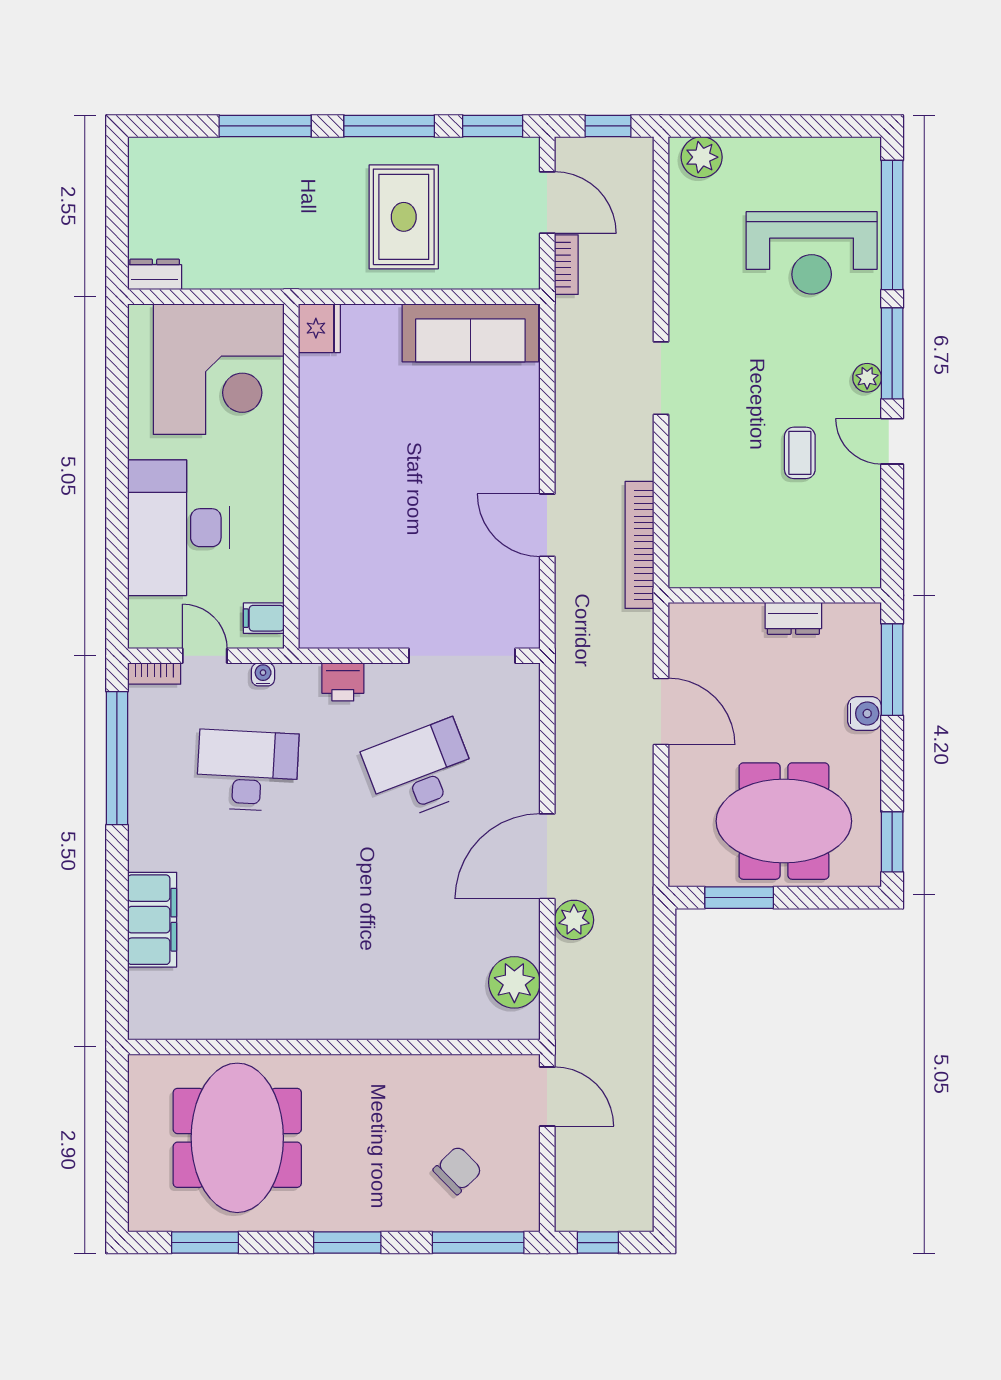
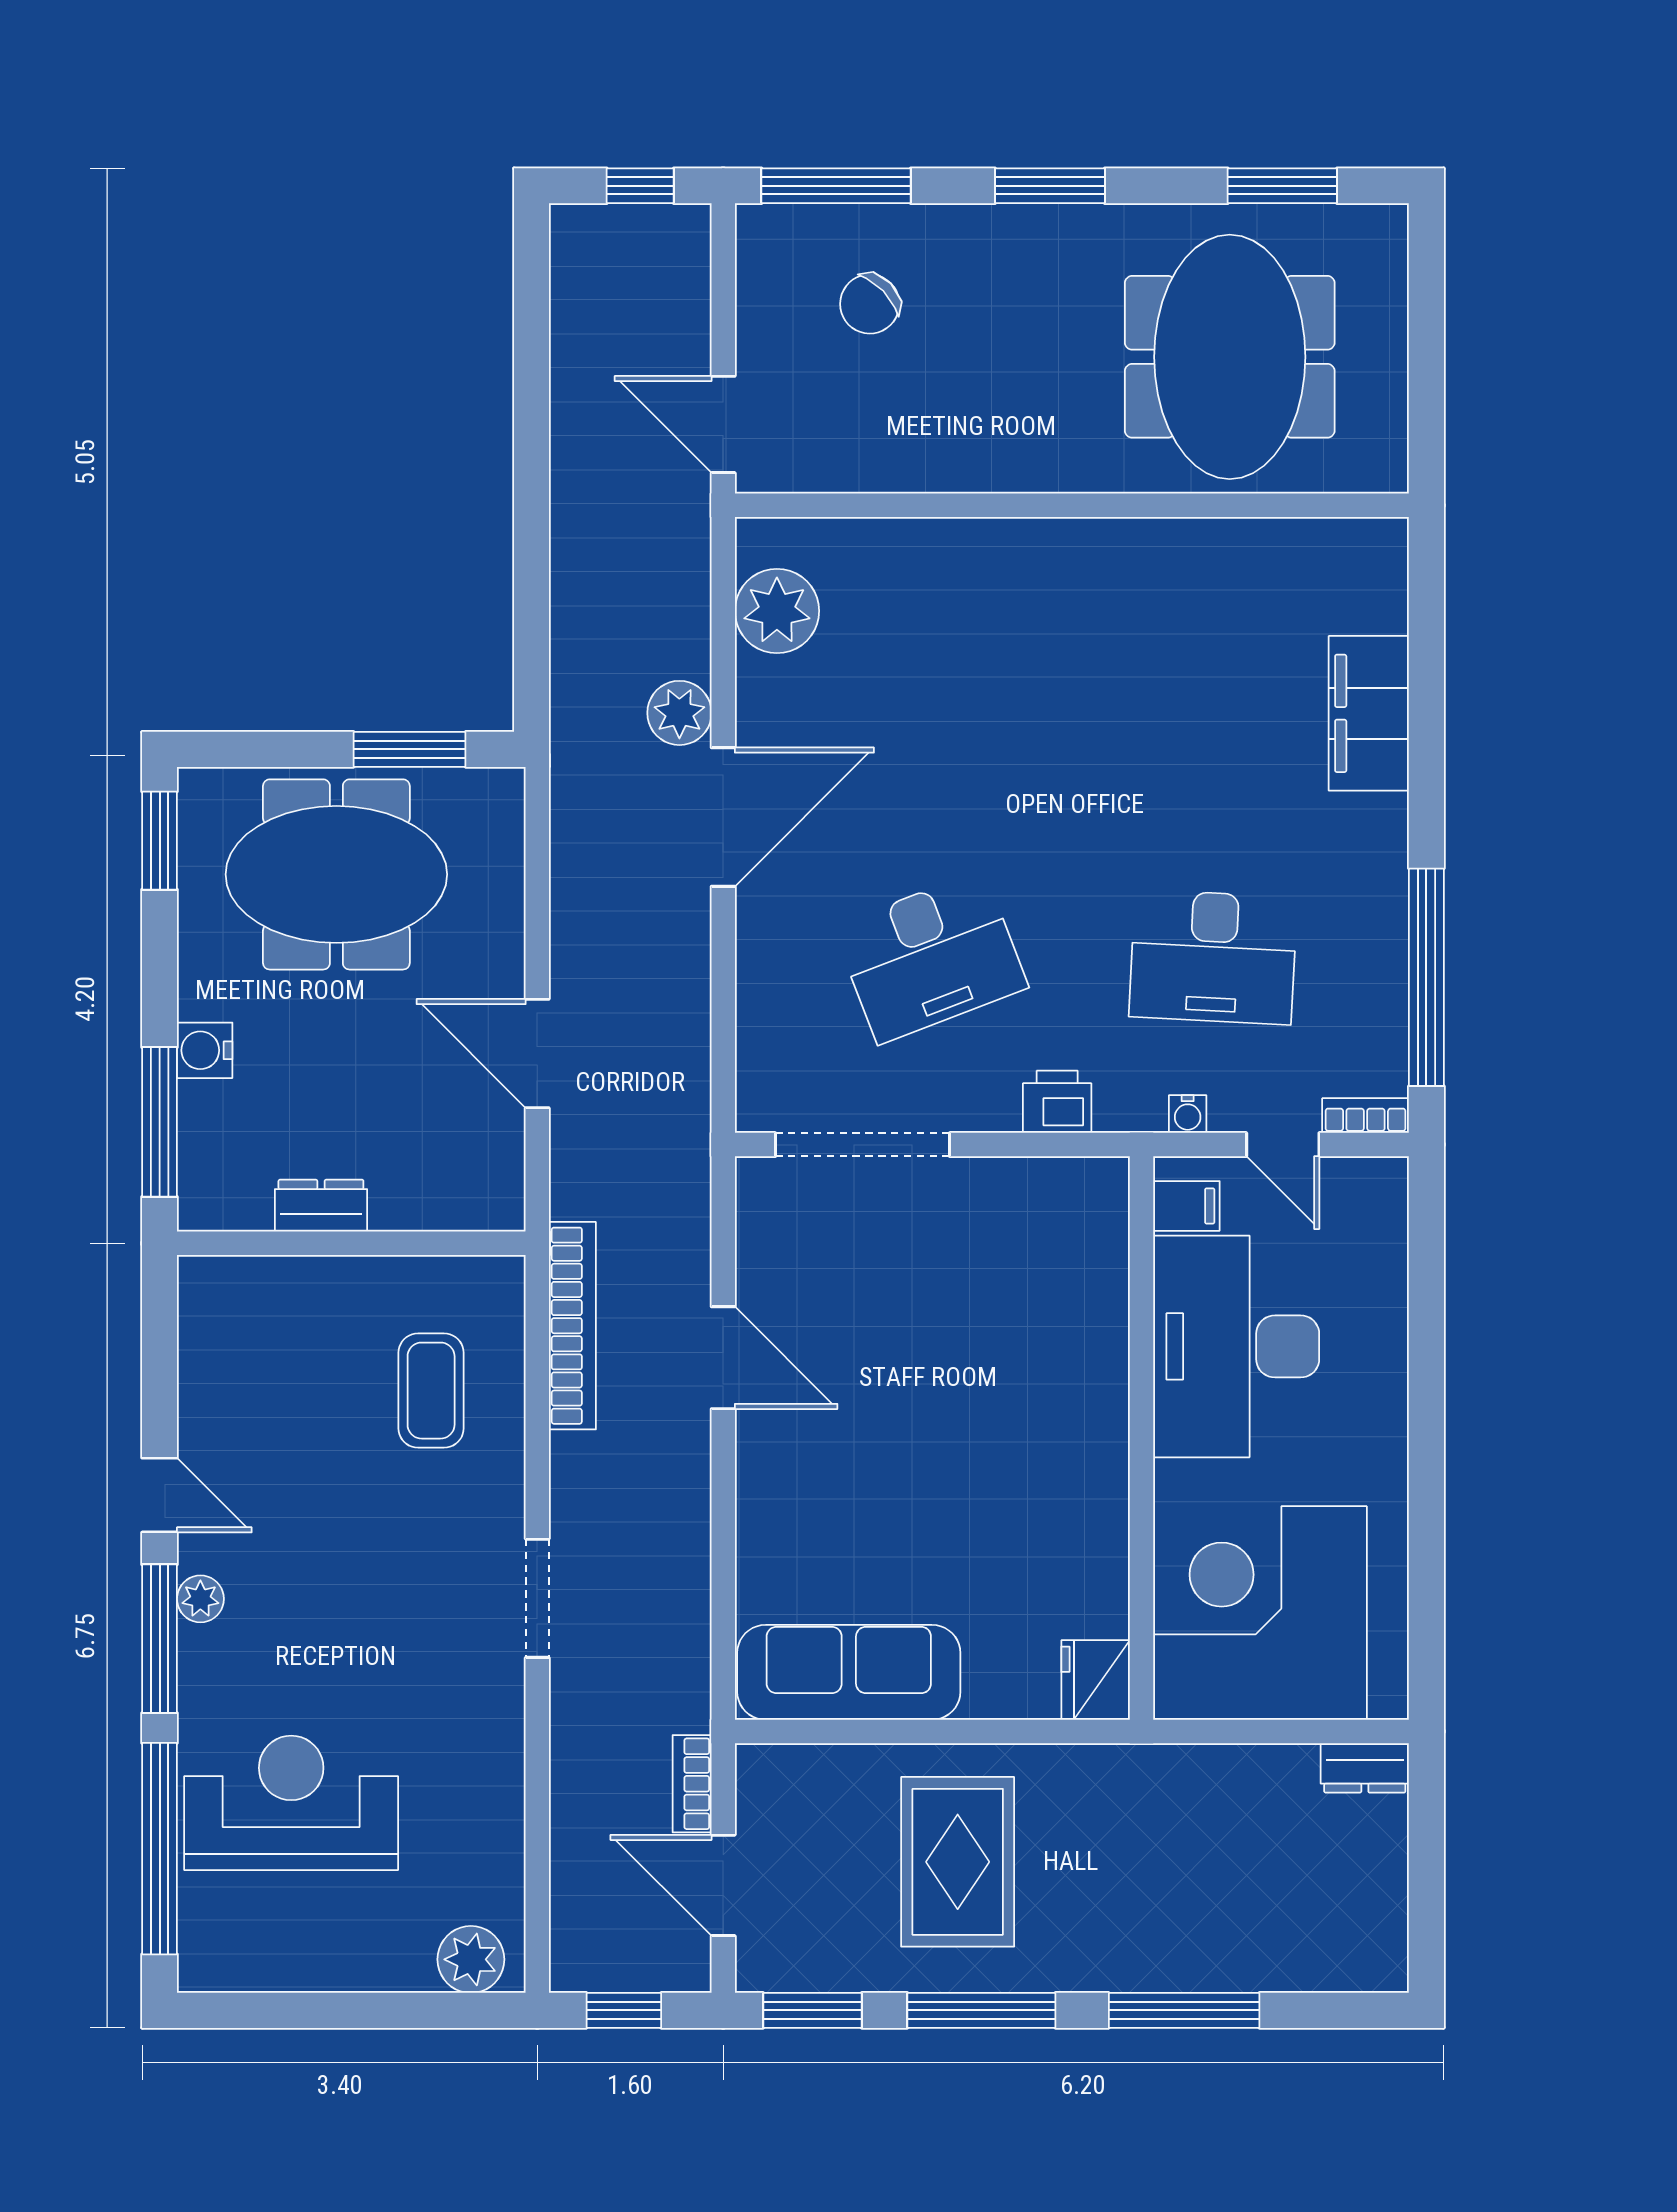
coffee table: (800, 453) -> (431, 1391), moved, width x1.36, depth x1.30
desk: (178, 528) -> (1236, 1346), moved, turned 180

